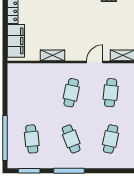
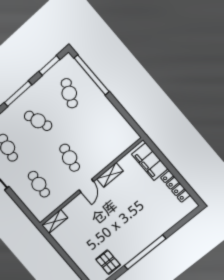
door: (95, 62) -> (86, 186), moved
cafe table: (32, 139) -> (69, 93), turned 30

